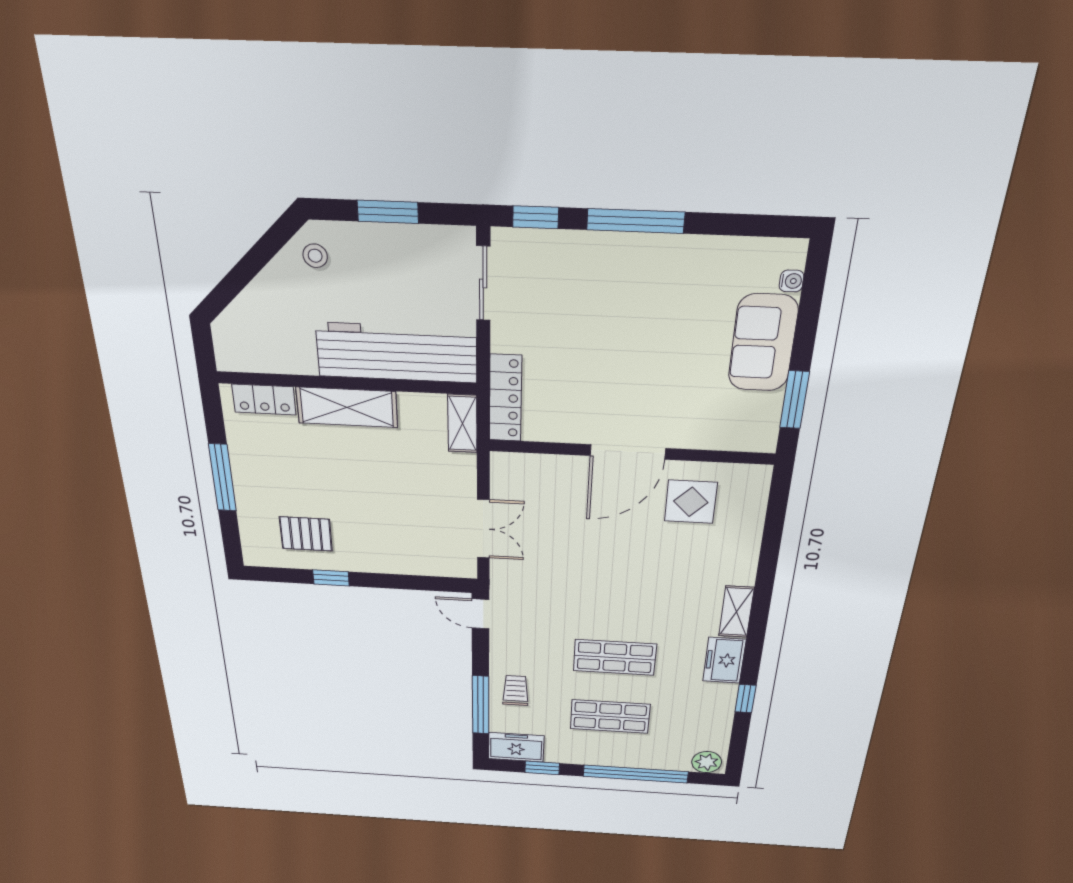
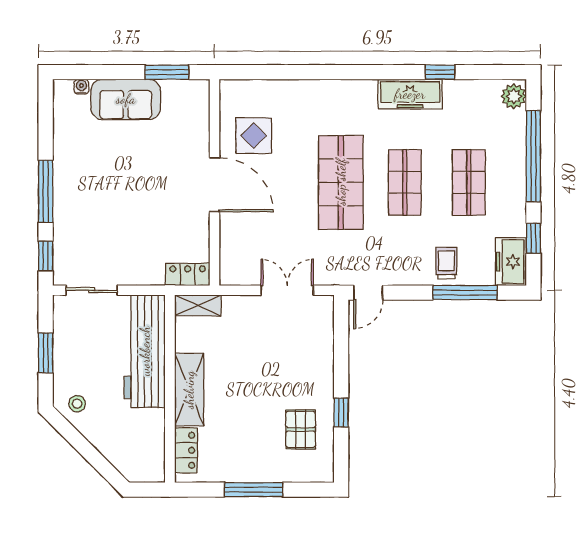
locker: (505, 398) -> (188, 274), width x0.66
shop shelf: (620, 594) -> (341, 182), added
shelving: (736, 612) -> (352, 90), removed
freezer: (724, 660) -> (410, 94), width x1.40
trolley: (516, 690) -> (446, 263), turned 90

